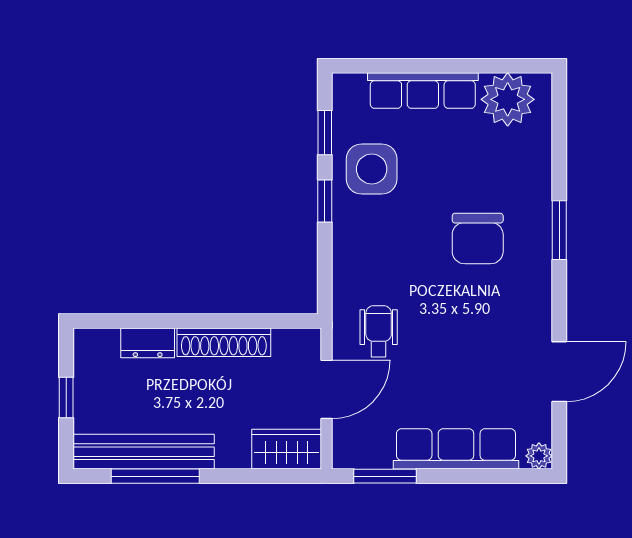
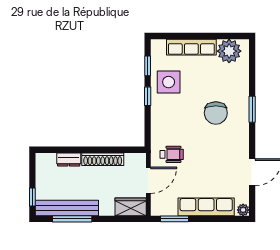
wheelchair: (379, 331) -> (172, 154), turned 90
window: (66, 397) -> (32, 197), moved

